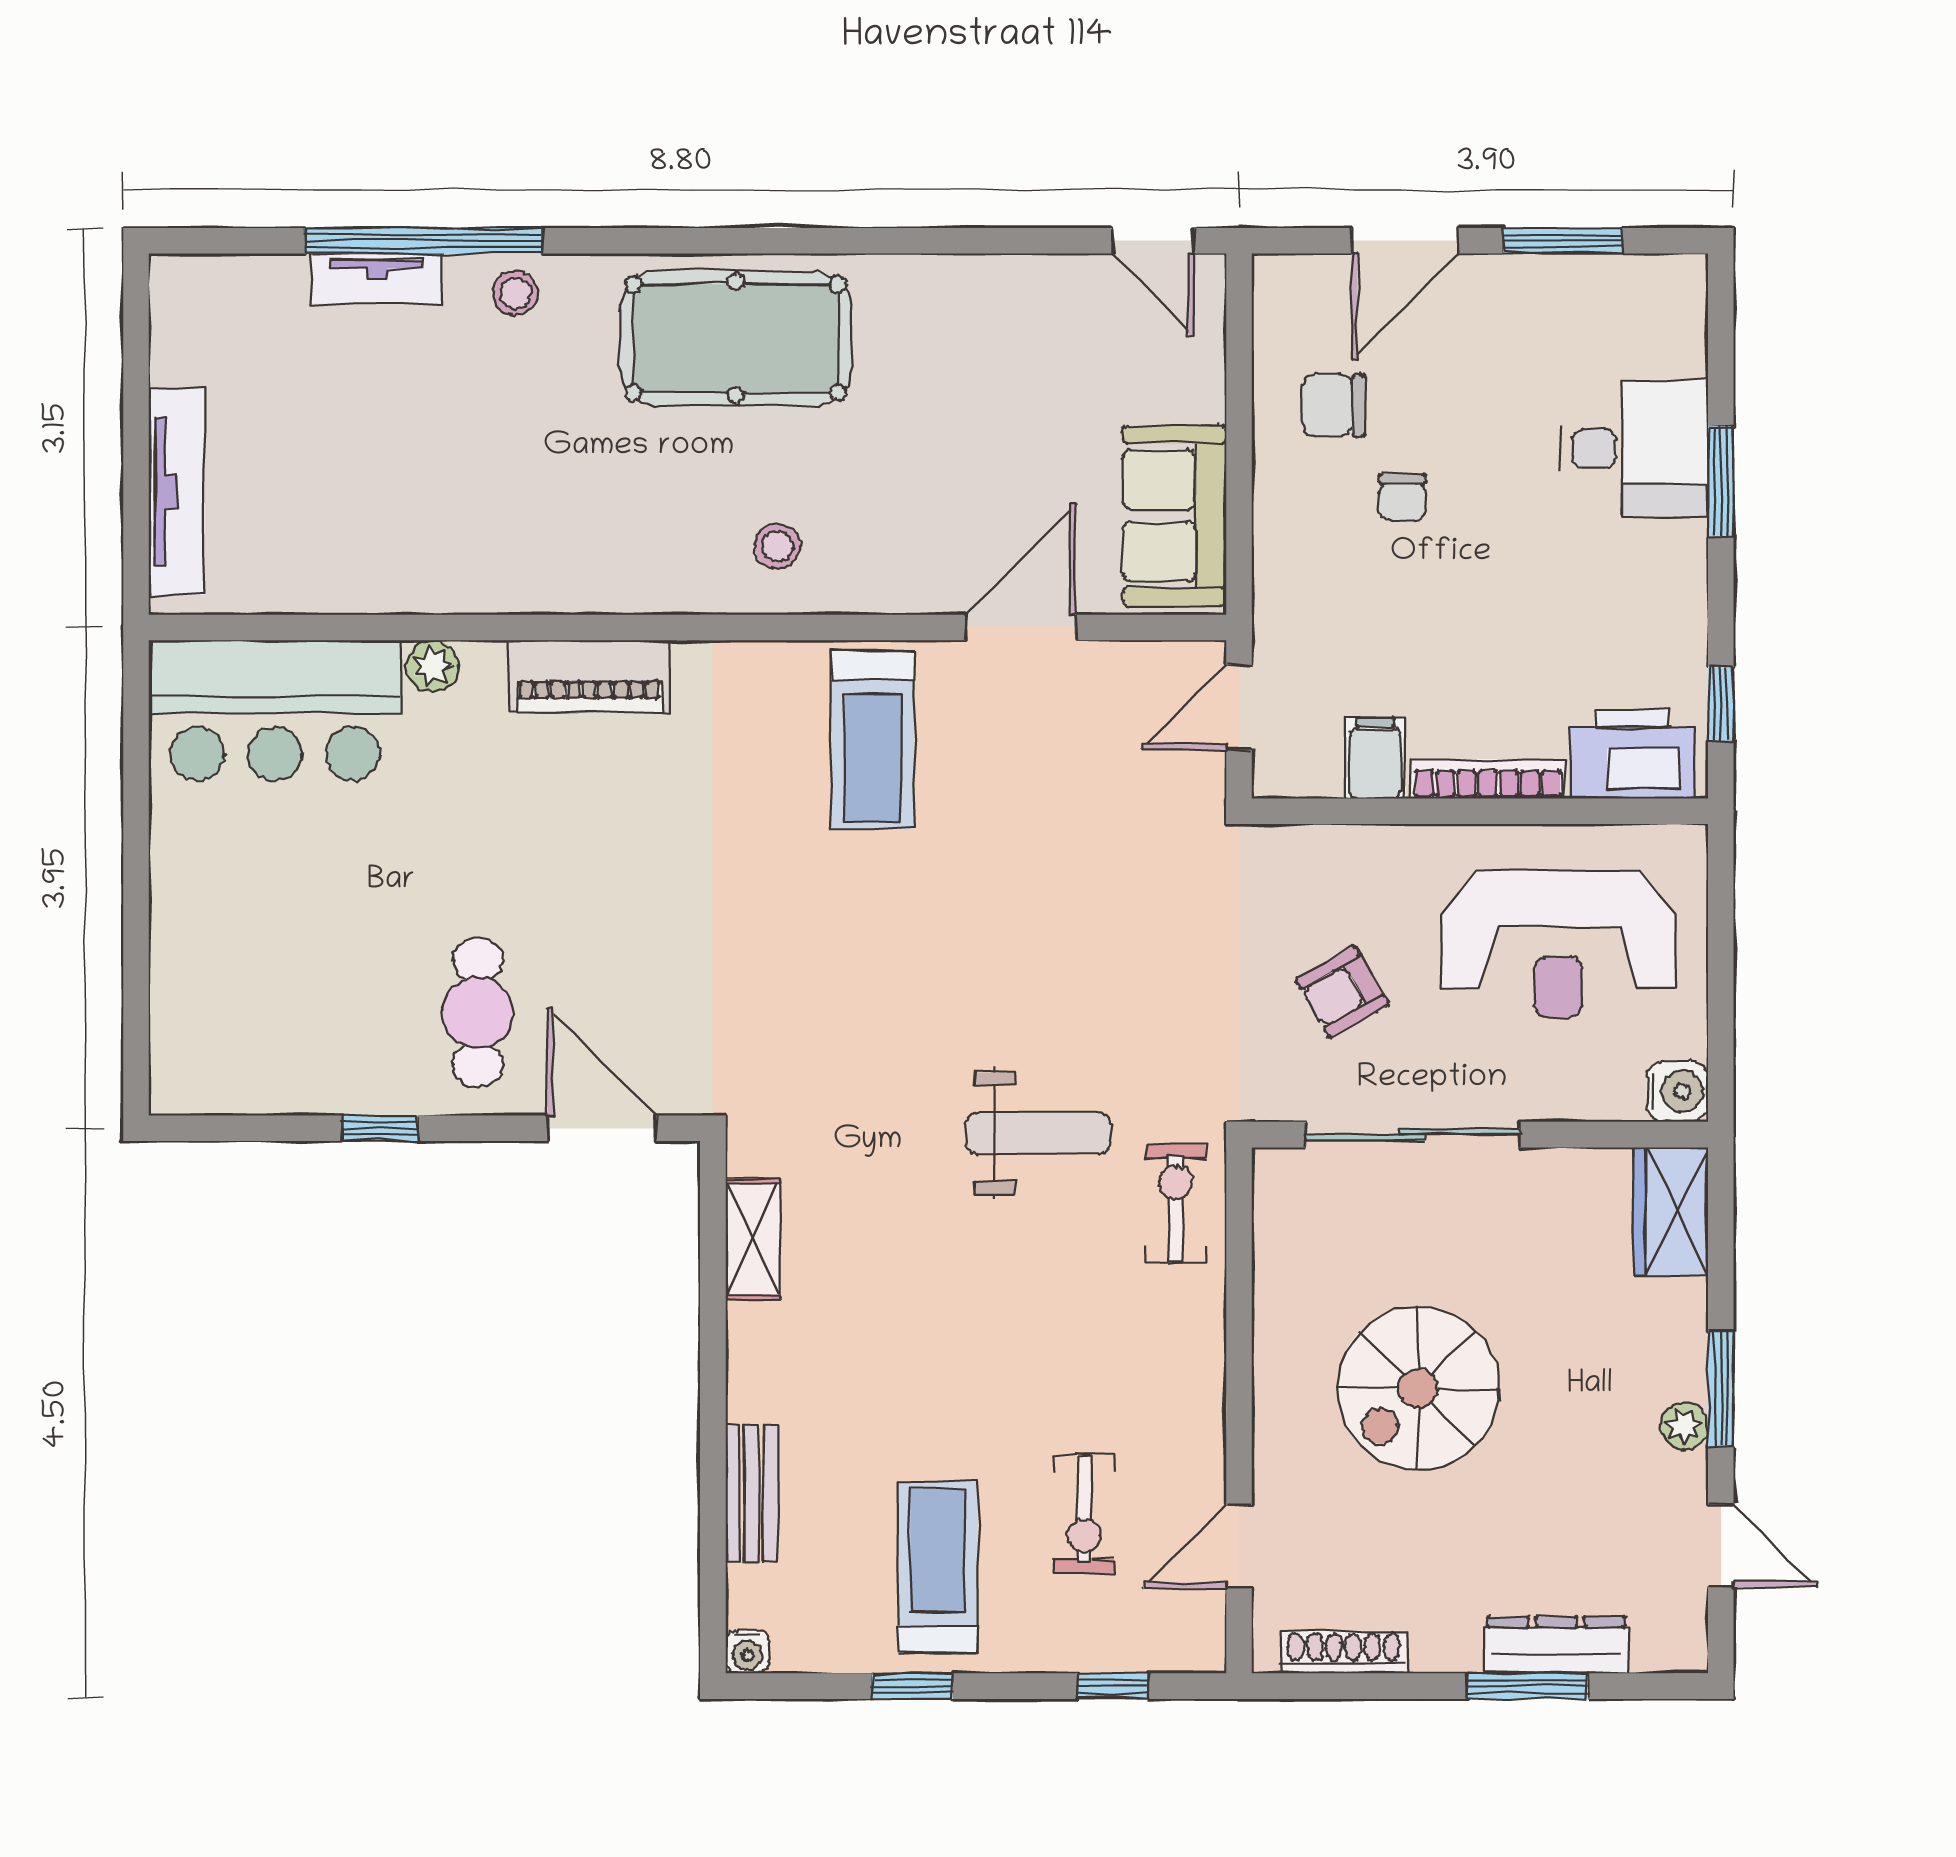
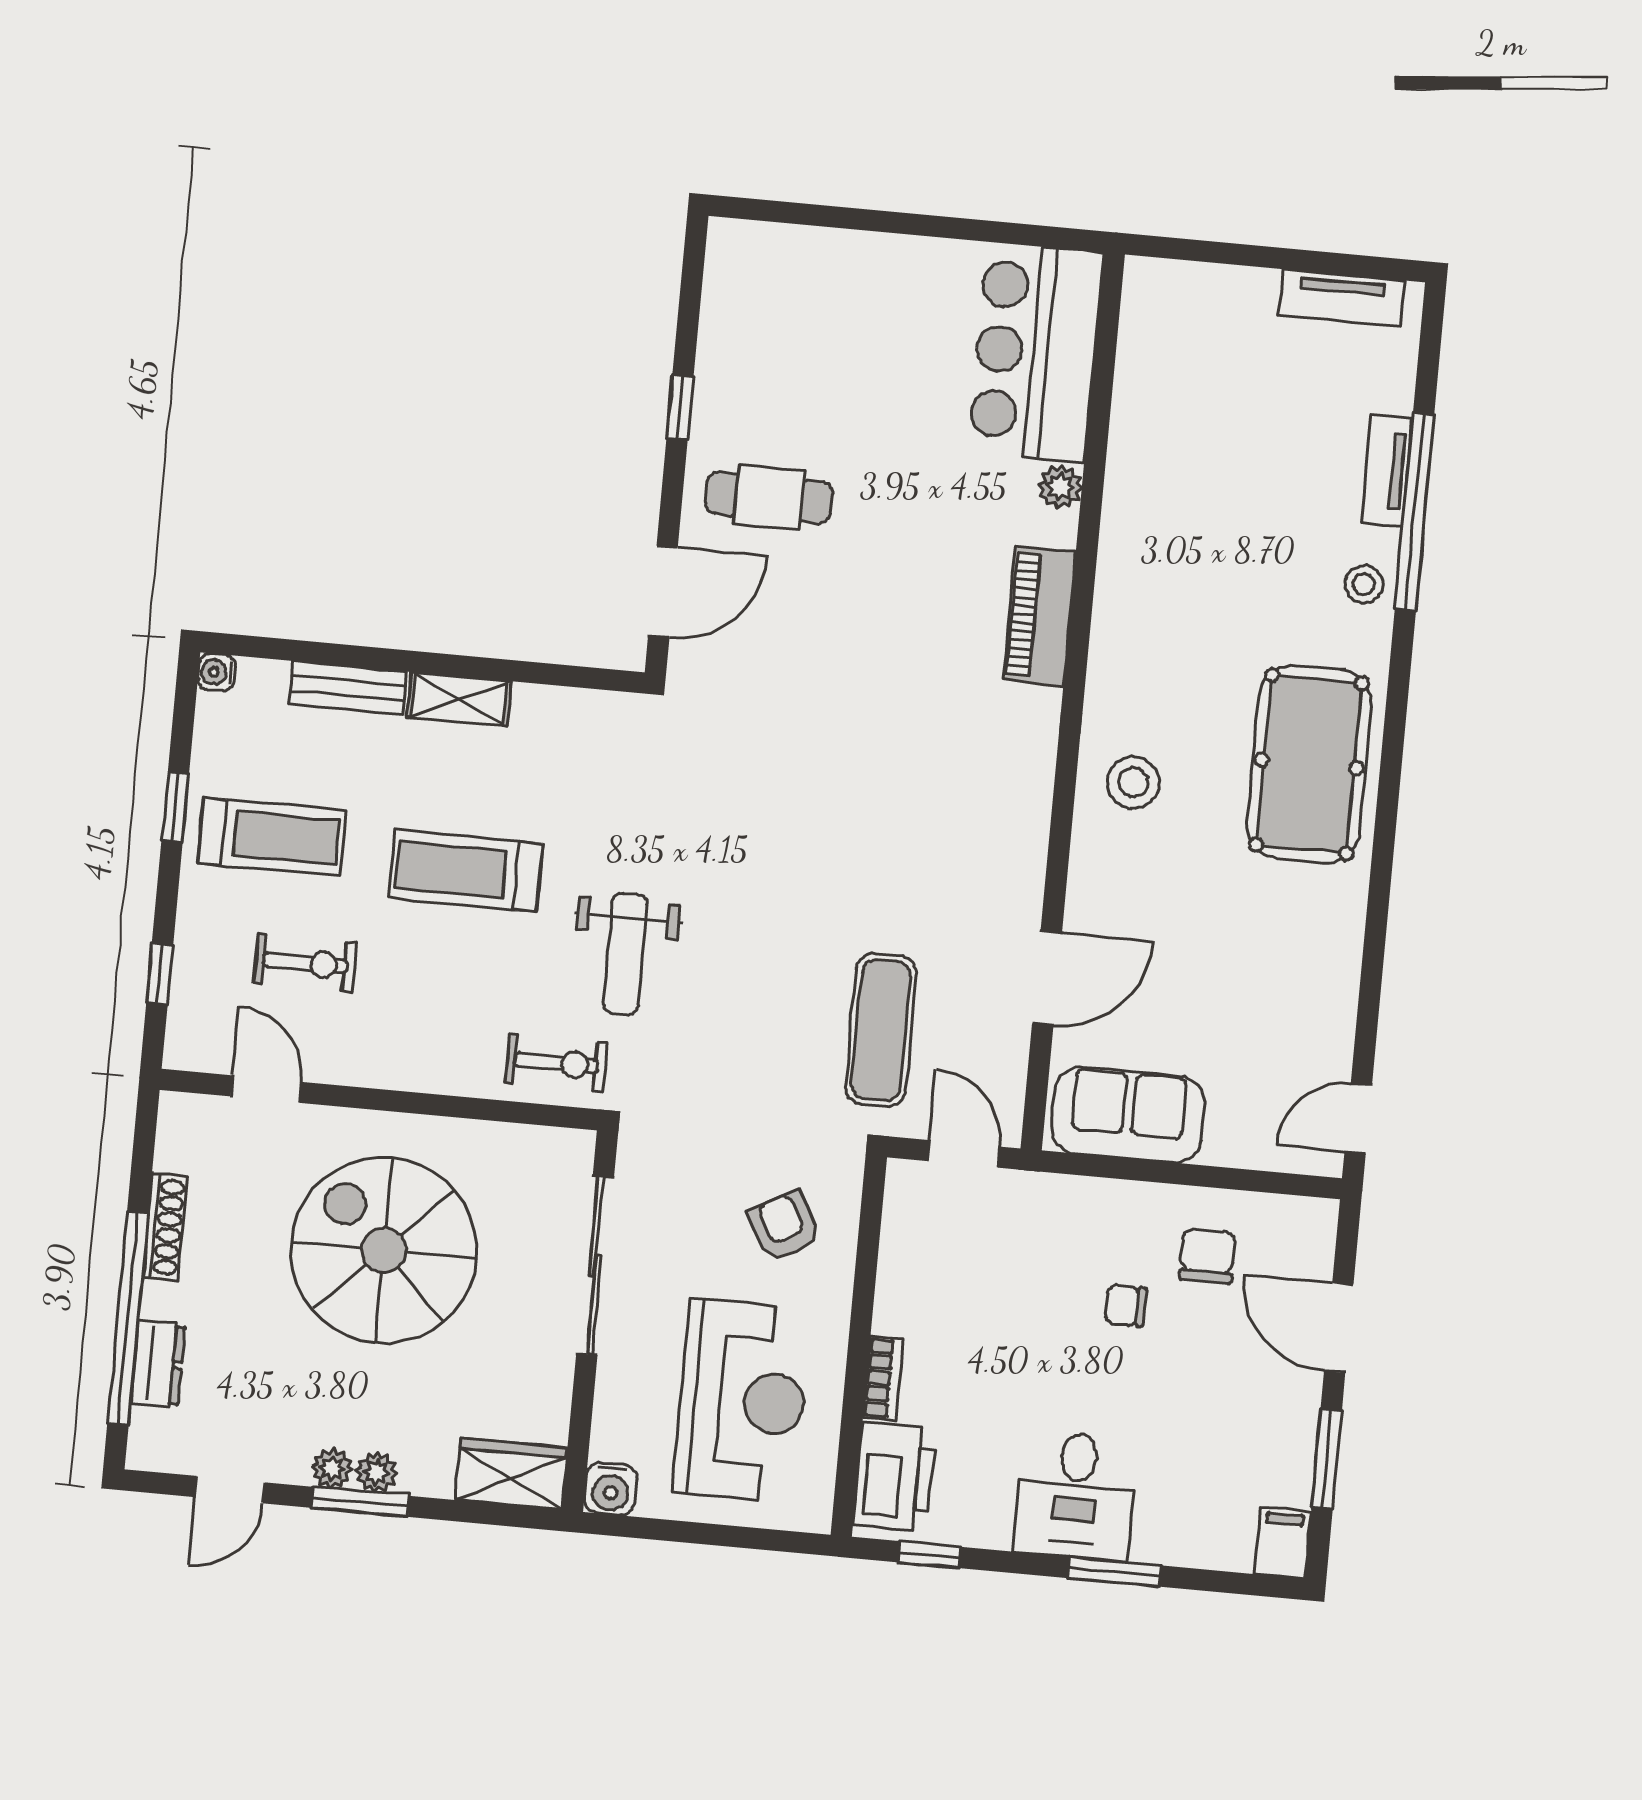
desk: (1634, 448) -> (1076, 1496), moved
tv unit: (177, 492) -> (1342, 298), moved, width x0.71
stool: (777, 546) -> (1133, 782), width x1.37, depth x1.37
door: (1020, 627) -> (1047, 978), hinge flipped
treadmill: (873, 740) -> (465, 871), moved
filing cabinet: (1375, 758) -> (1283, 1543), moved, turned -90
bookcase: (1488, 779) -> (883, 1378), width x0.64
exercise mat: (1100, 820) -> (881, 1030), added
reception desk: (1558, 944) -> (742, 1401), turned 180
armchair: (1342, 992) -> (784, 1226), moved
shelving: (753, 1239) -> (459, 699), moved
plant: (1684, 1373) -> (376, 1472), added
spiral stairs: (1418, 1388) -> (384, 1250), width x1.37, depth x1.37
exercise bike: (1084, 1514) -> (305, 963), turned 180
dresser: (1556, 1645) -> (158, 1364), width x0.70
shoe rack: (1344, 1652) -> (165, 1227), moved
window: (1528, 1686) -> (128, 1318), width x2.11

